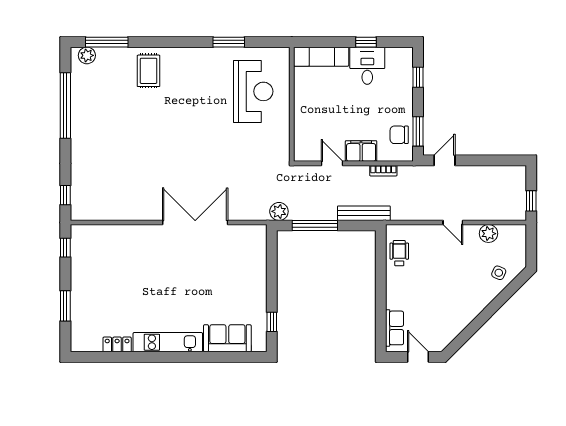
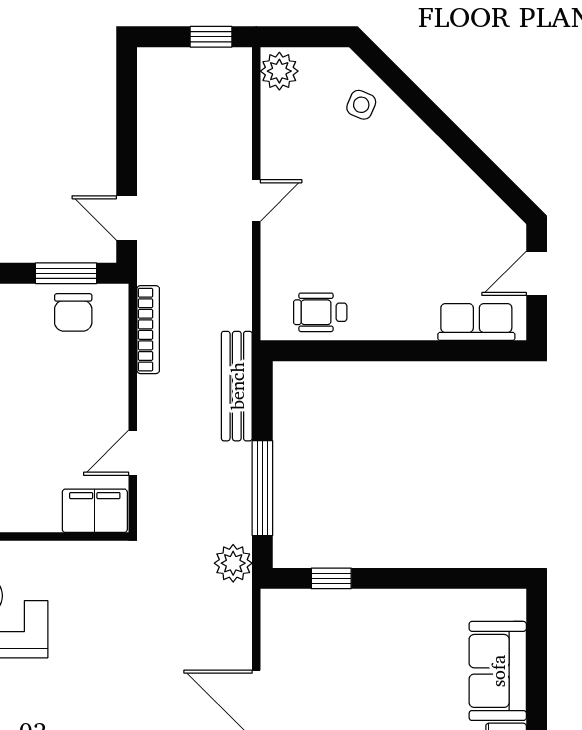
filing cabinet: (361, 151) -> (95, 511), moved, turned 90
bookcase: (383, 171) -> (148, 330), width x1.56
plant: (489, 234) -> (279, 71), moved
window: (272, 322) -> (331, 578), moved

